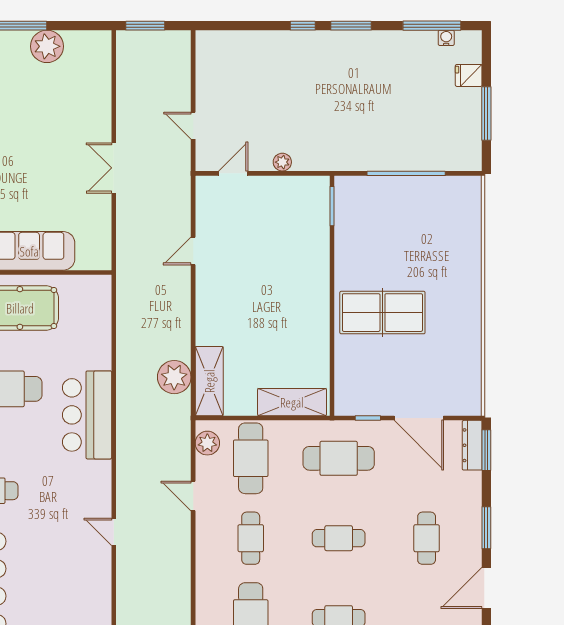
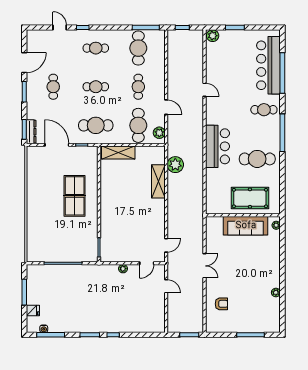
plant: (47, 46) -> (237, 325), removed
armchair: (79, 89) -> (221, 304), added
door: (193, 251) -> (166, 245), moved
table tennis table: (382, 313) -> (75, 196), turned 90
shelving: (209, 381) -> (158, 181), moved

